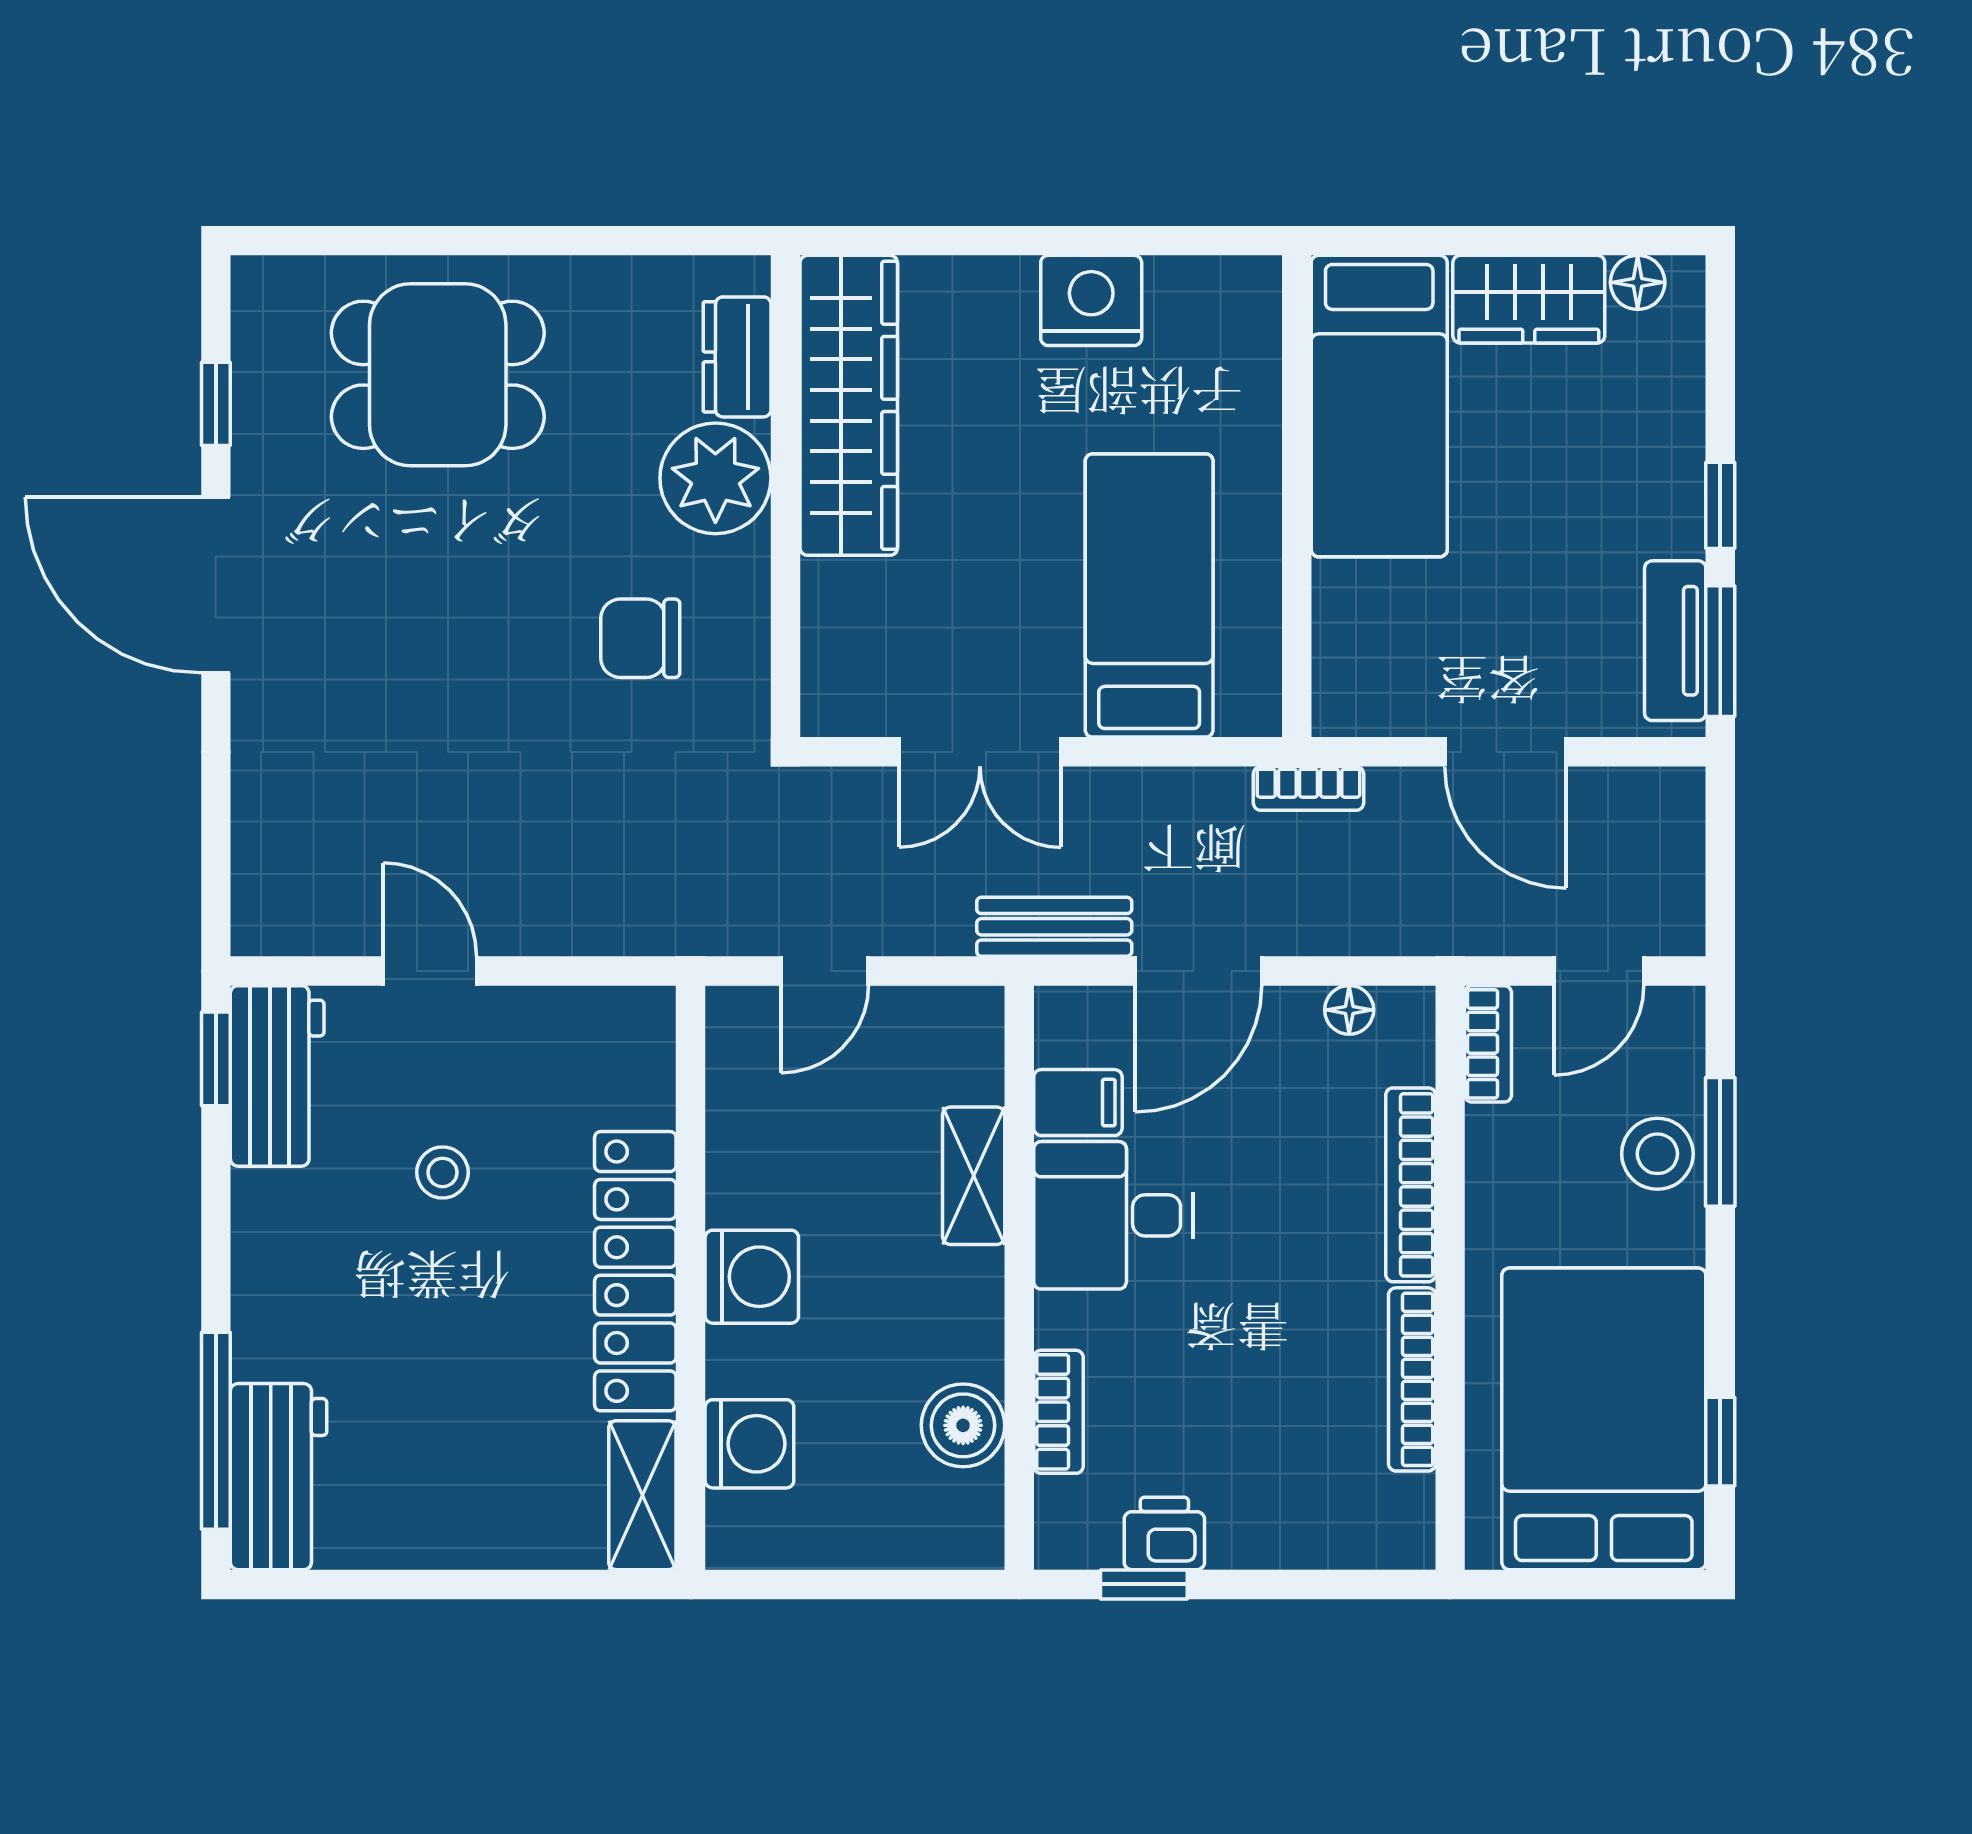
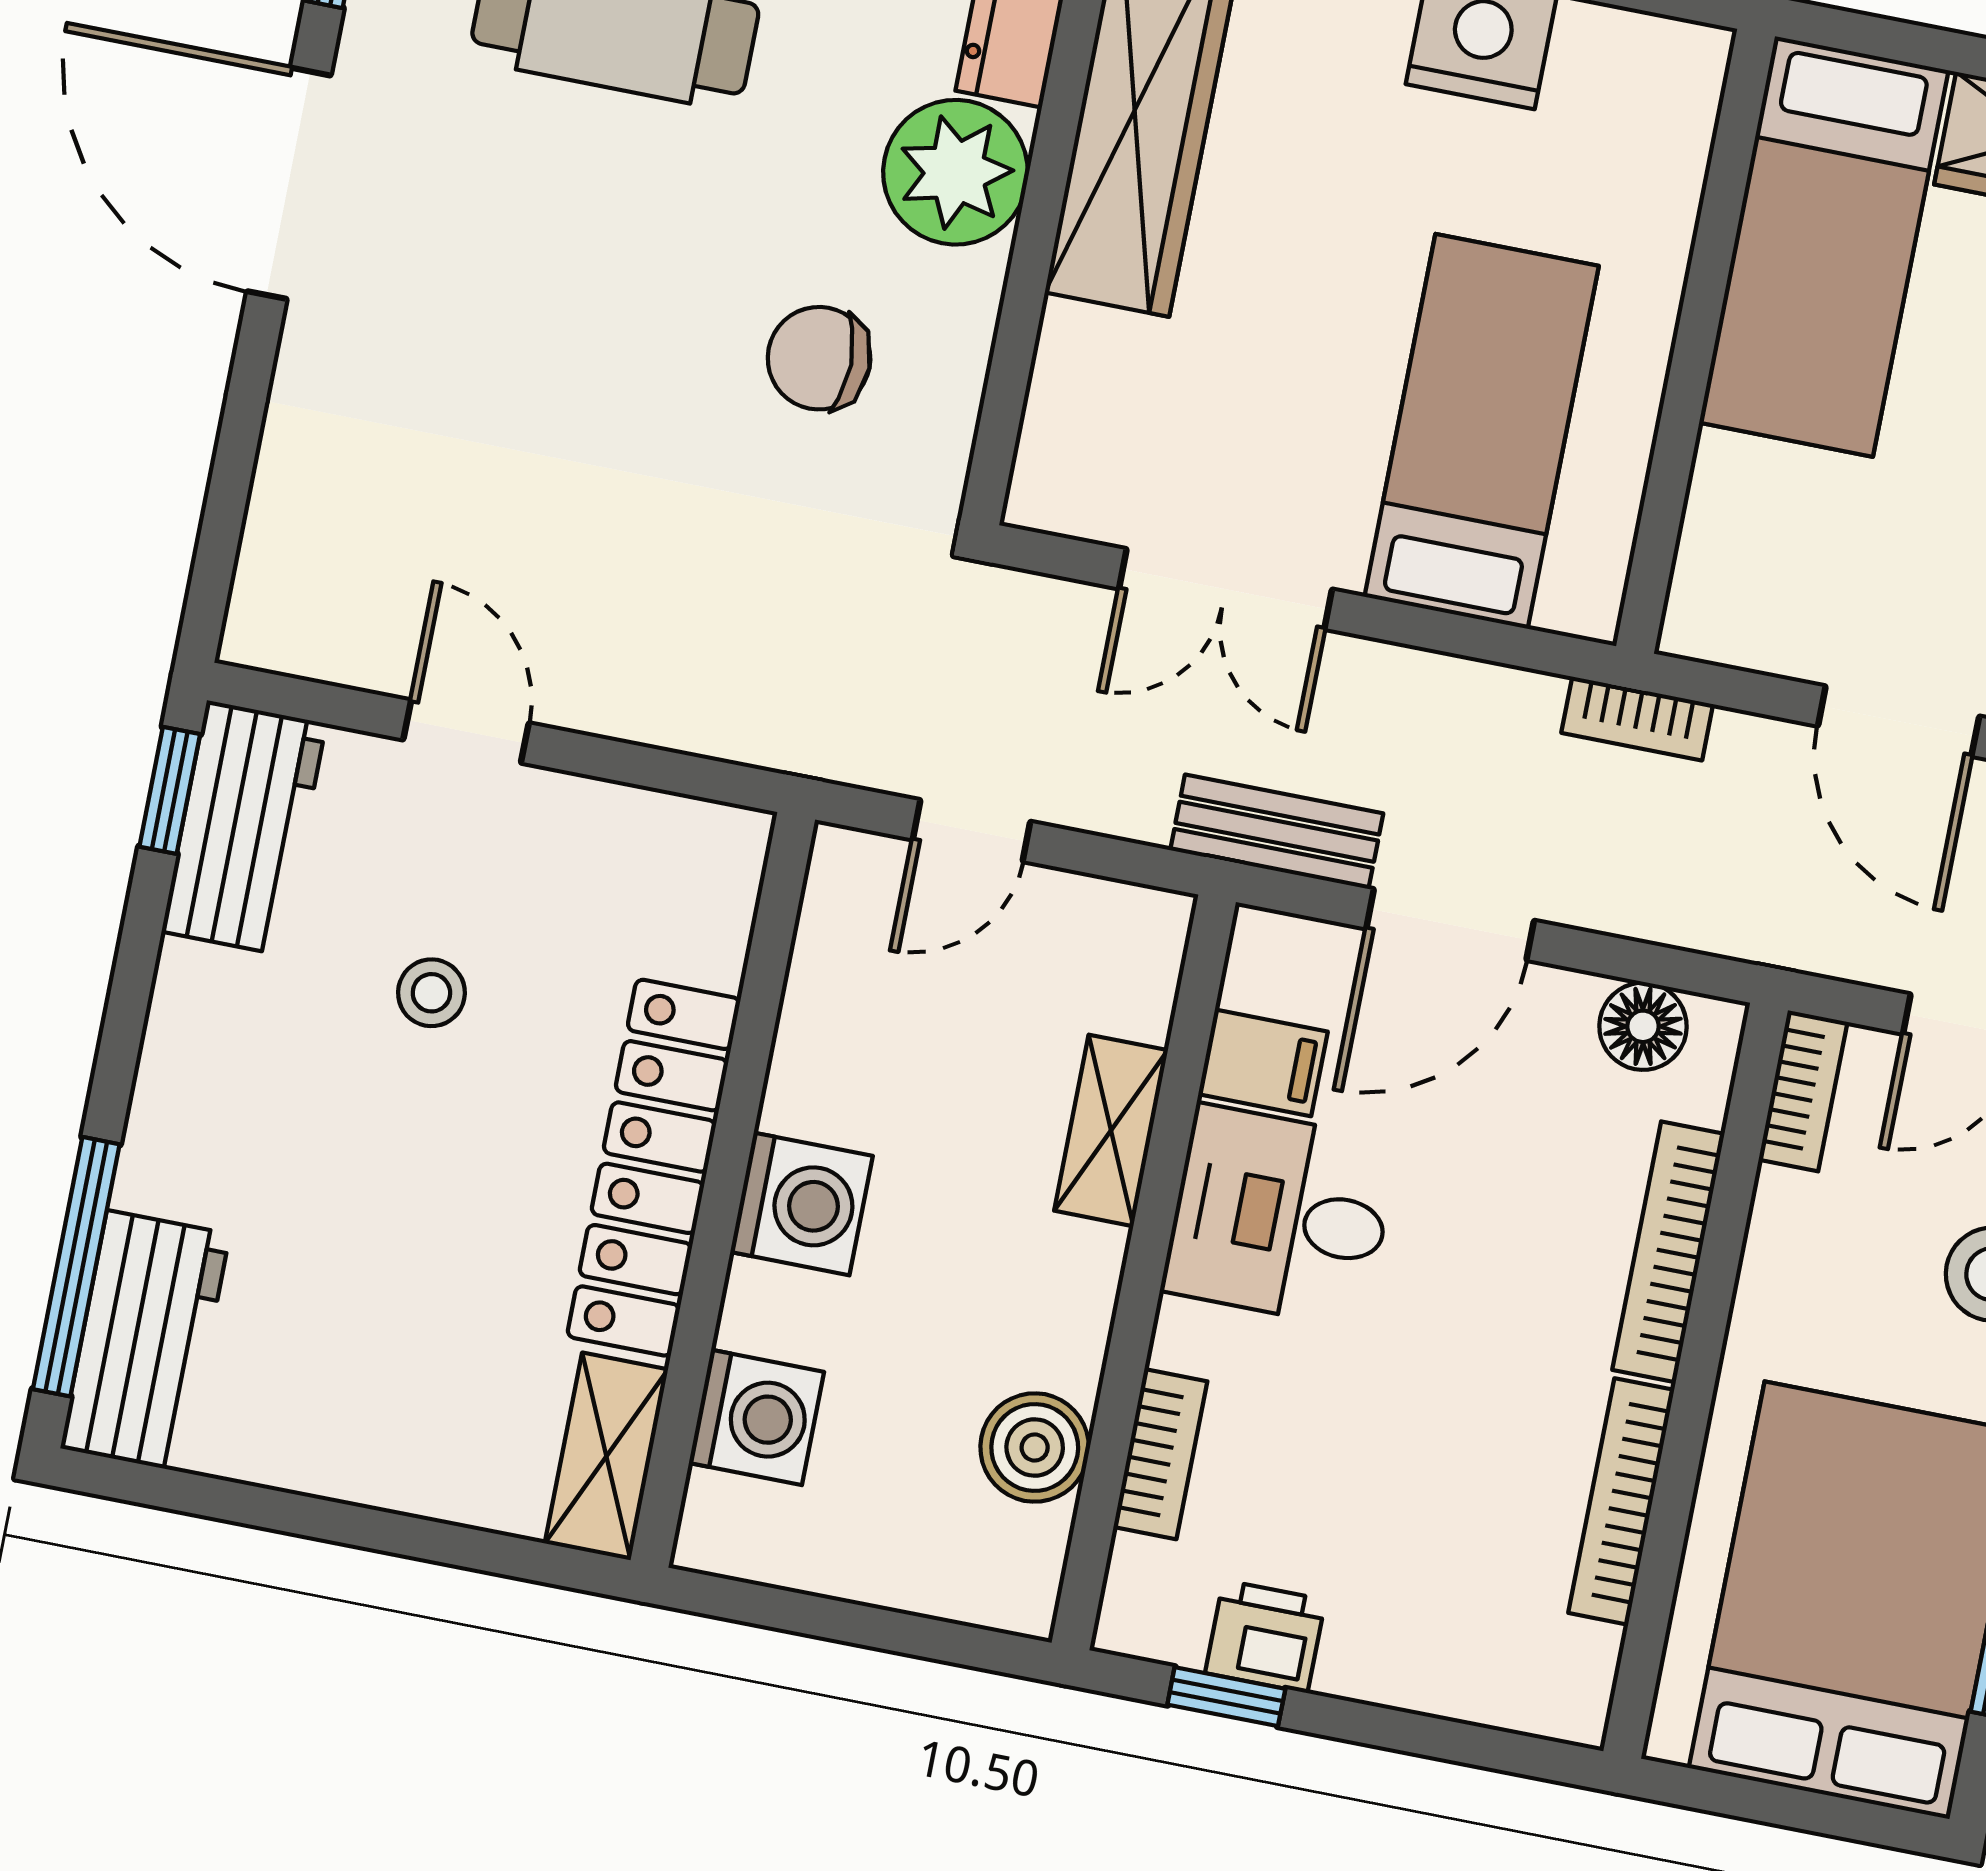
floor lamp: (1349, 1010) -> (1643, 1026), width x1.37, depth x1.37

